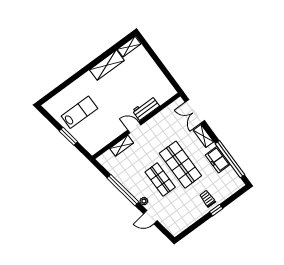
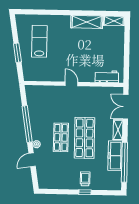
workbench: (146, 108) -> (107, 77), moved
lab bench: (79, 112) -> (39, 41), turned -90
shelving: (122, 146) -> (52, 90), removed
freezer: (218, 160) -> (115, 156), width x1.40
door: (150, 217) -> (32, 160), hinge flipped

